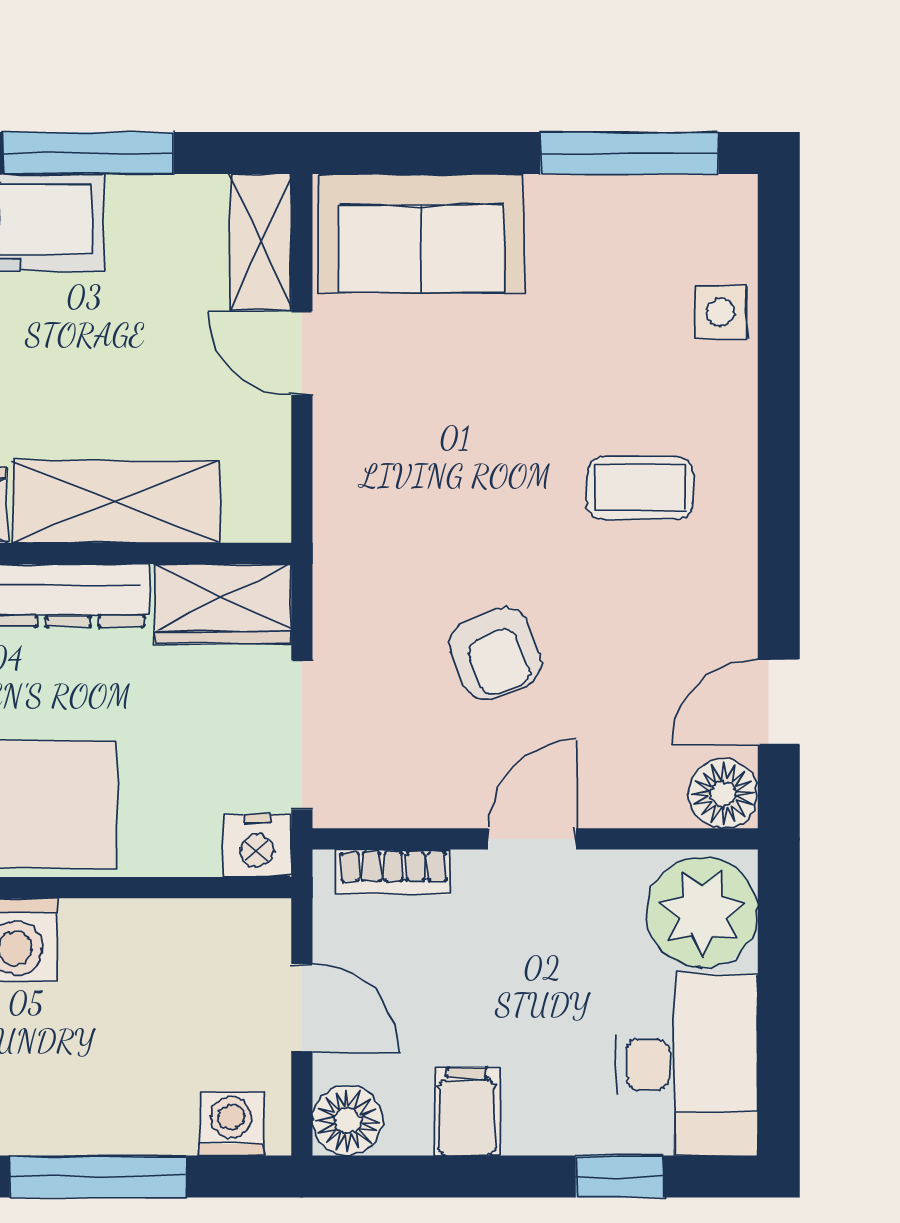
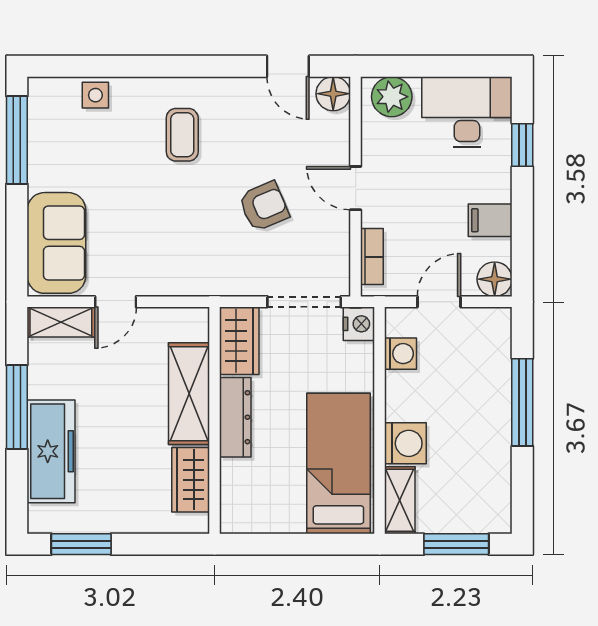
plant: (702, 912) -> (392, 97), width x0.73, depth x0.73
washing machine: (231, 1124) -> (401, 354), moved, turned 180

